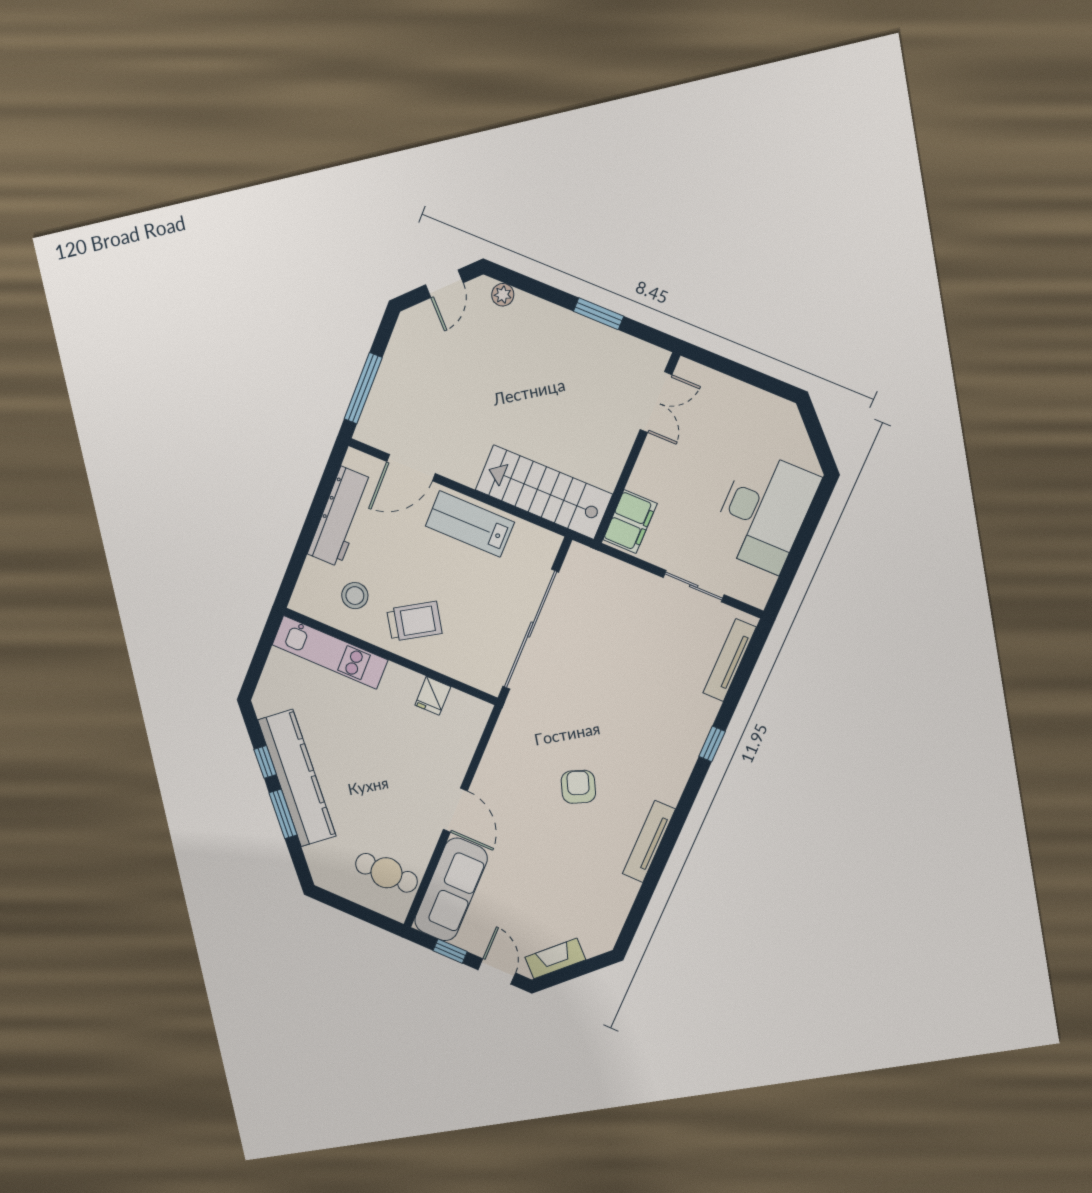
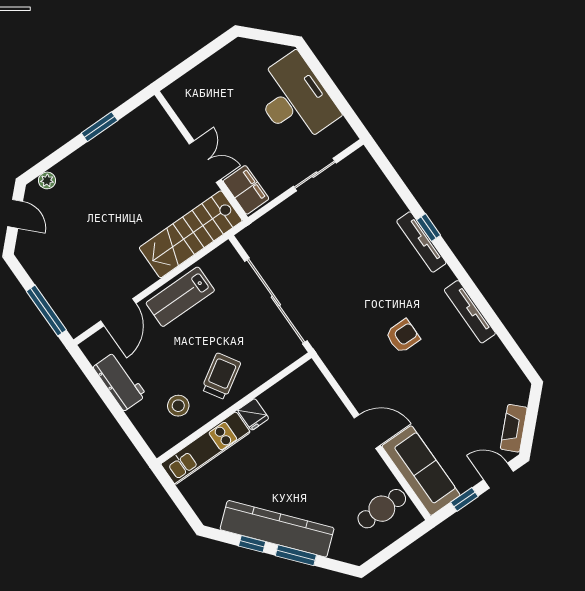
double door: (656, 402) -> (205, 161), moved
workbench: (340, 517) -> (120, 381), width x0.73
tv unit: (730, 660) -> (421, 242), moved
fridge: (433, 696) -> (253, 414), moved
armchair: (578, 787) -> (403, 336), turned 117

